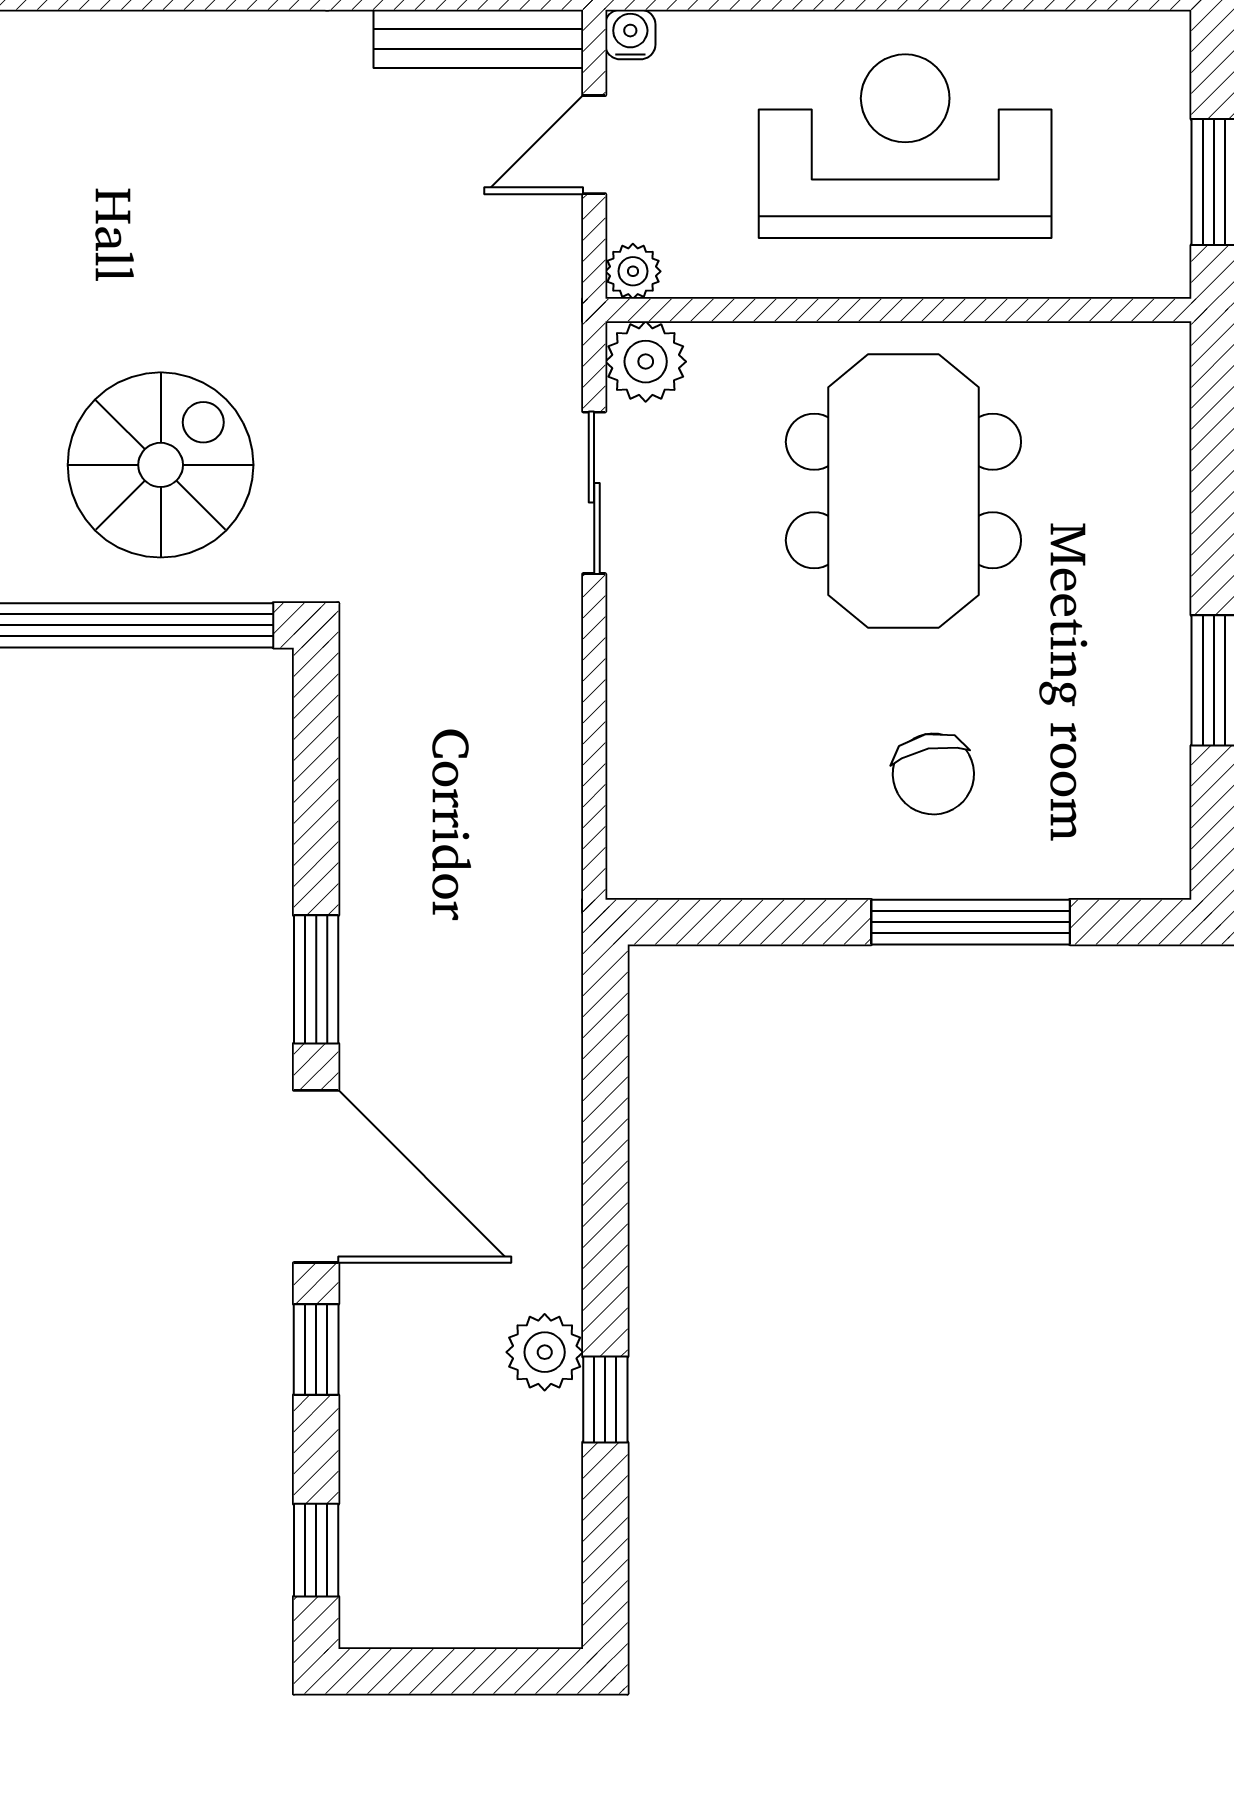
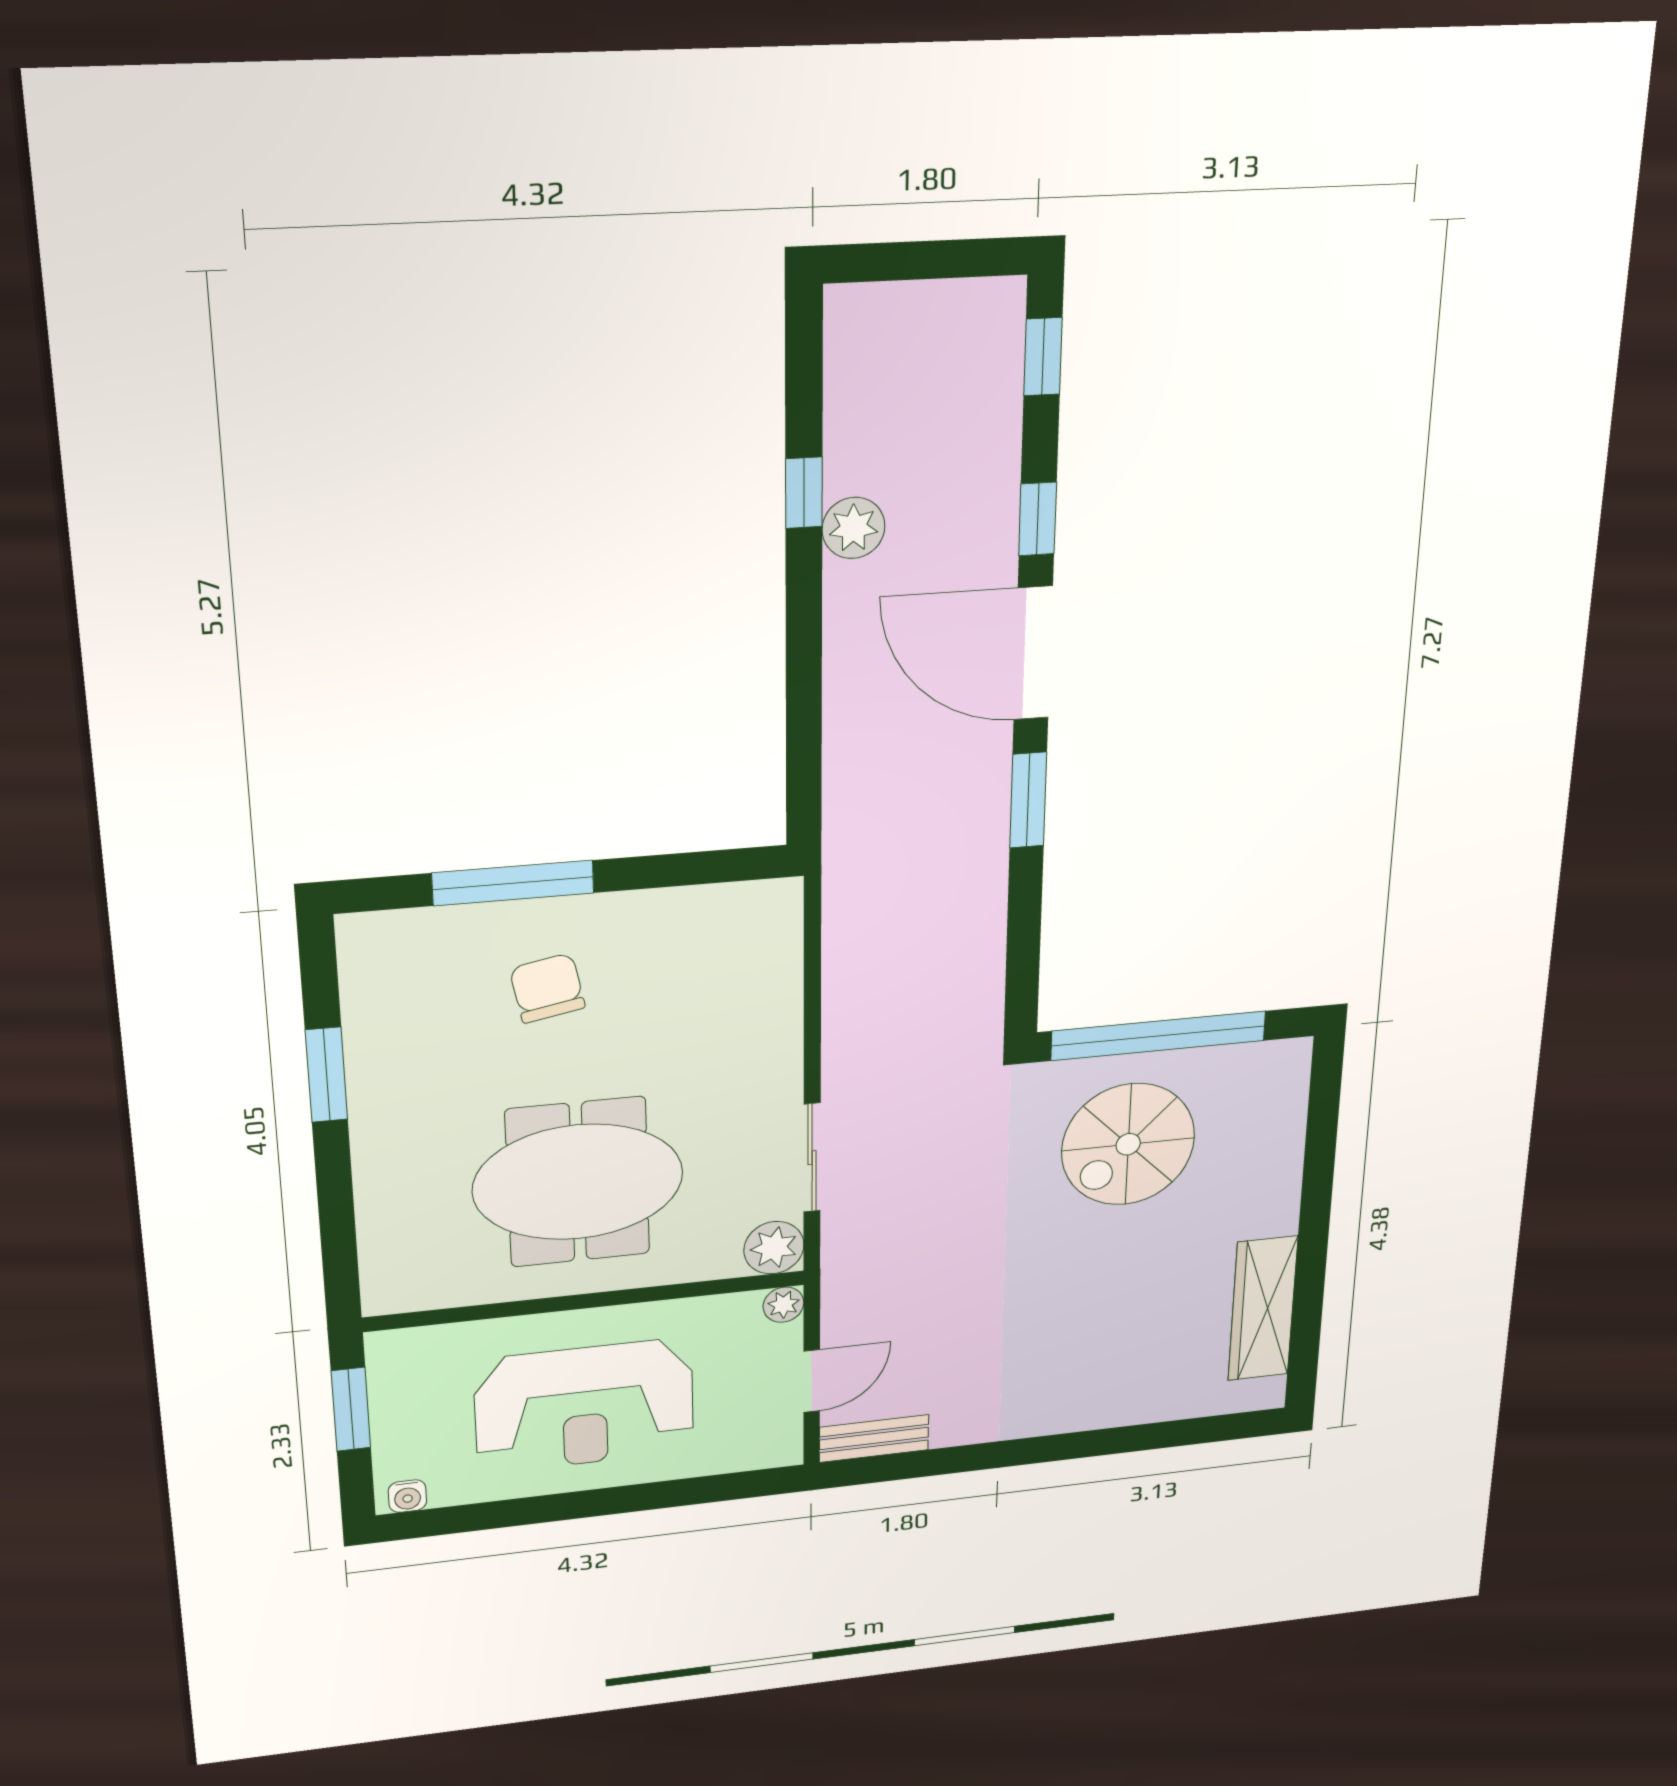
water cooler: (630, 35) -> (407, 1496), moved
bench: (478, 39) -> (874, 1439), width x0.73
meeting table: (903, 491) -> (578, 1182), turned 90

